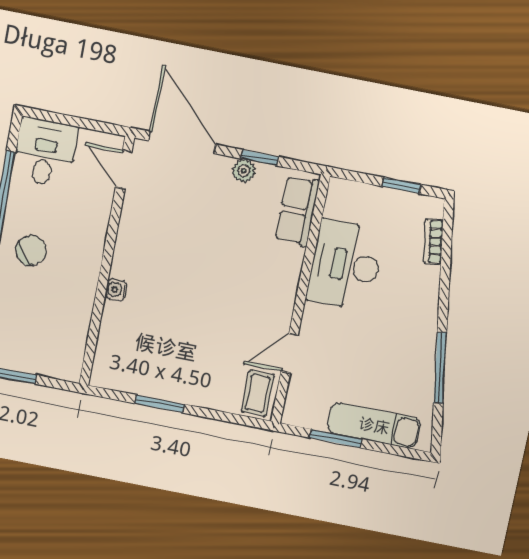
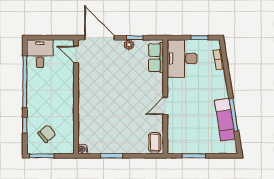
chair: (31, 250) -> (47, 134), moved
desk: (345, 265) -> (182, 59), moved
water cooler: (116, 290) -> (83, 149), moved
door: (289, 353) -> (165, 106), moved
exam couch: (374, 426) -> (225, 120), moved, turned -99

